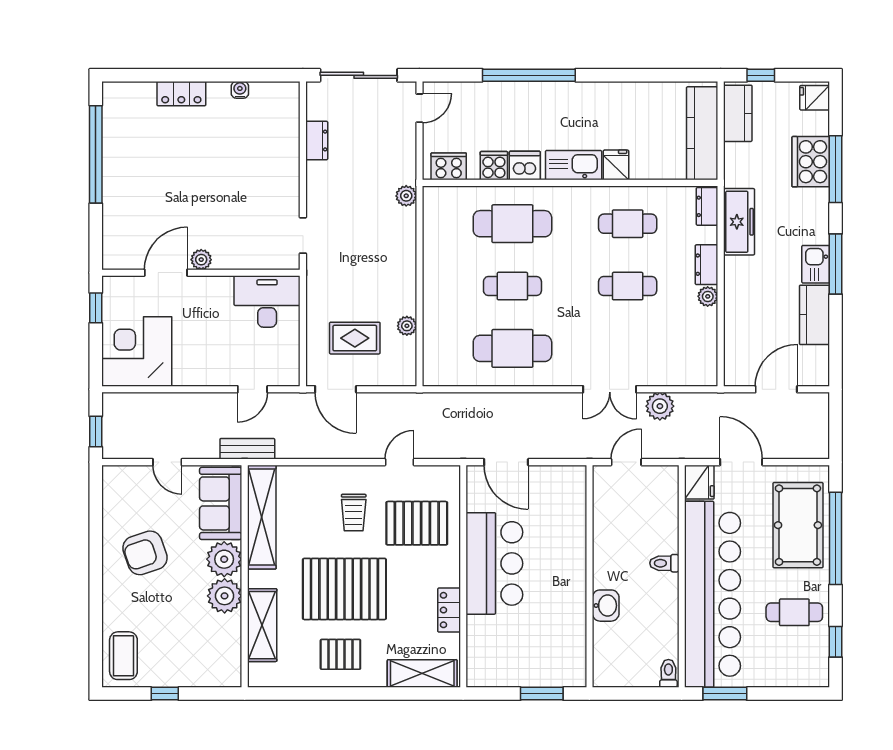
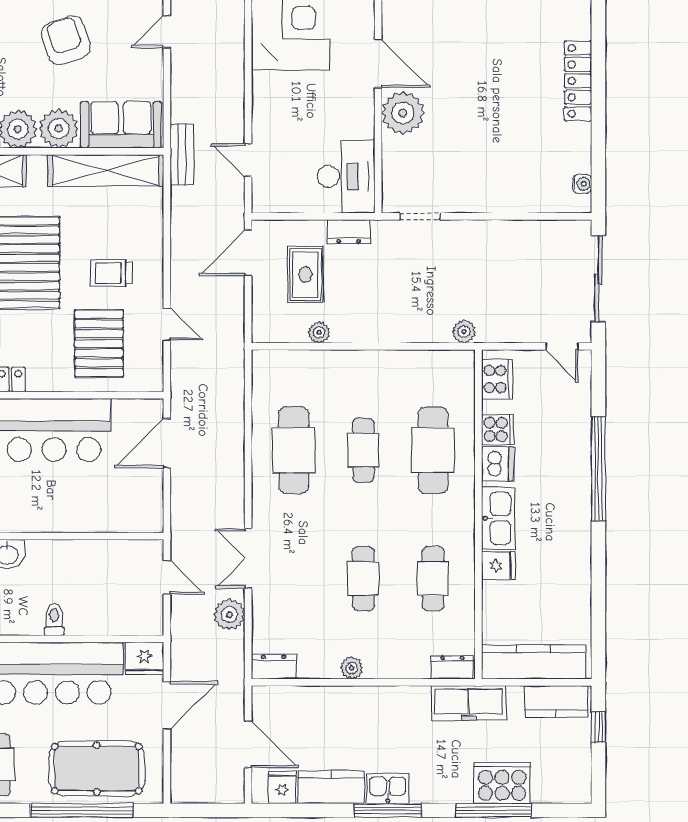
water cooler: (240, 90) -> (582, 184), moved
locker: (181, 94) -> (578, 81), width x1.53
fridge: (815, 98) -> (282, 787), moved
dresser: (317, 141) -> (349, 232), moved
freezer: (739, 222) -> (469, 703), moved
plant: (201, 260) -> (403, 113), width x1.88, depth x1.88
dresser: (706, 265) -> (274, 667), moved
door: (167, 462) -> (167, 32), moved

